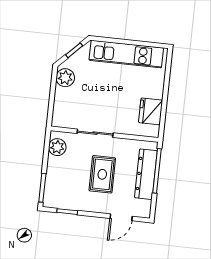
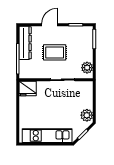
fridge: (151, 111) -> (28, 89), moved, turned 90
rug: (102, 174) -> (55, 52), turned 90
dresser: (146, 174) -> (25, 43), moved
door: (121, 217) -> (49, 25), moved

